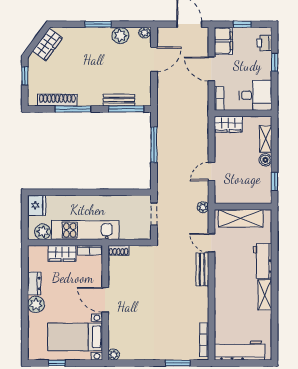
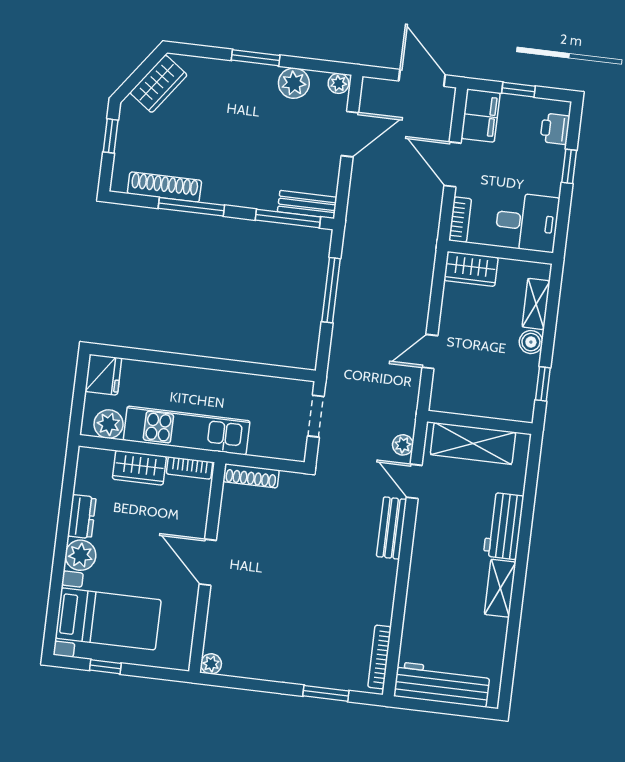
bench: (119, 100) -> (307, 204), moved
plant: (203, 207) -> (403, 445), moved
shoe rack: (118, 250) -> (251, 476), width x1.43
bed with nightstands: (75, 337) -> (108, 619), moved, turned 180

